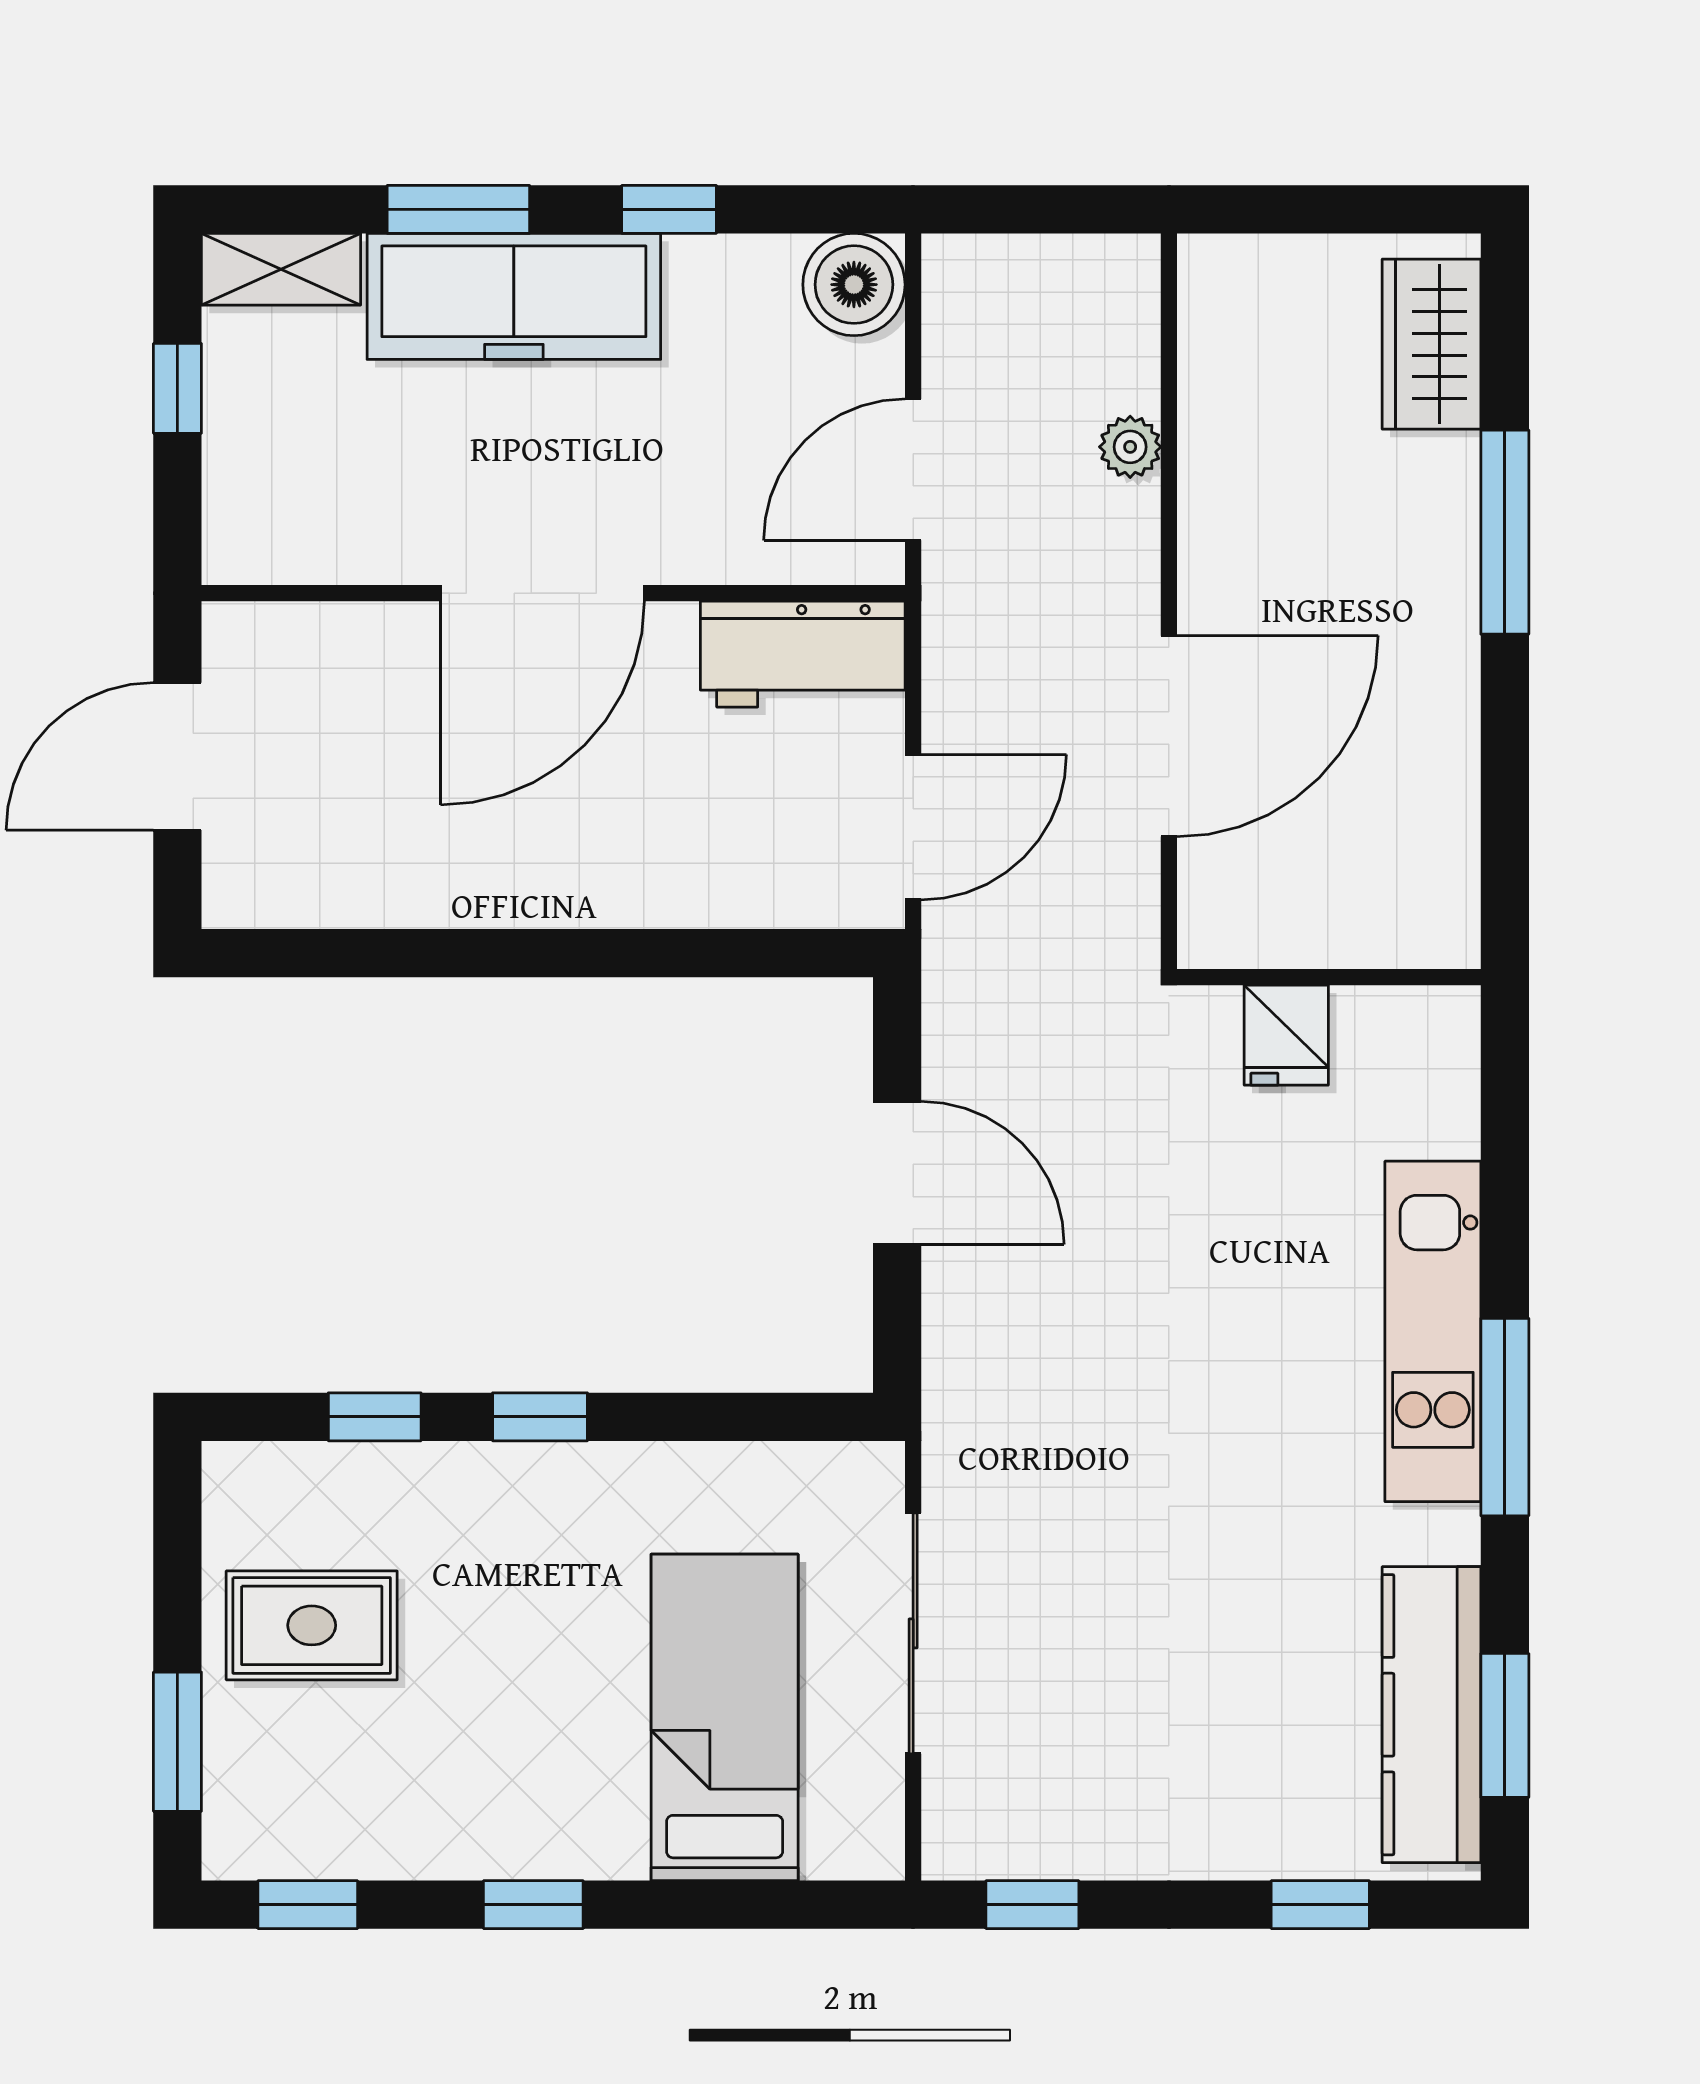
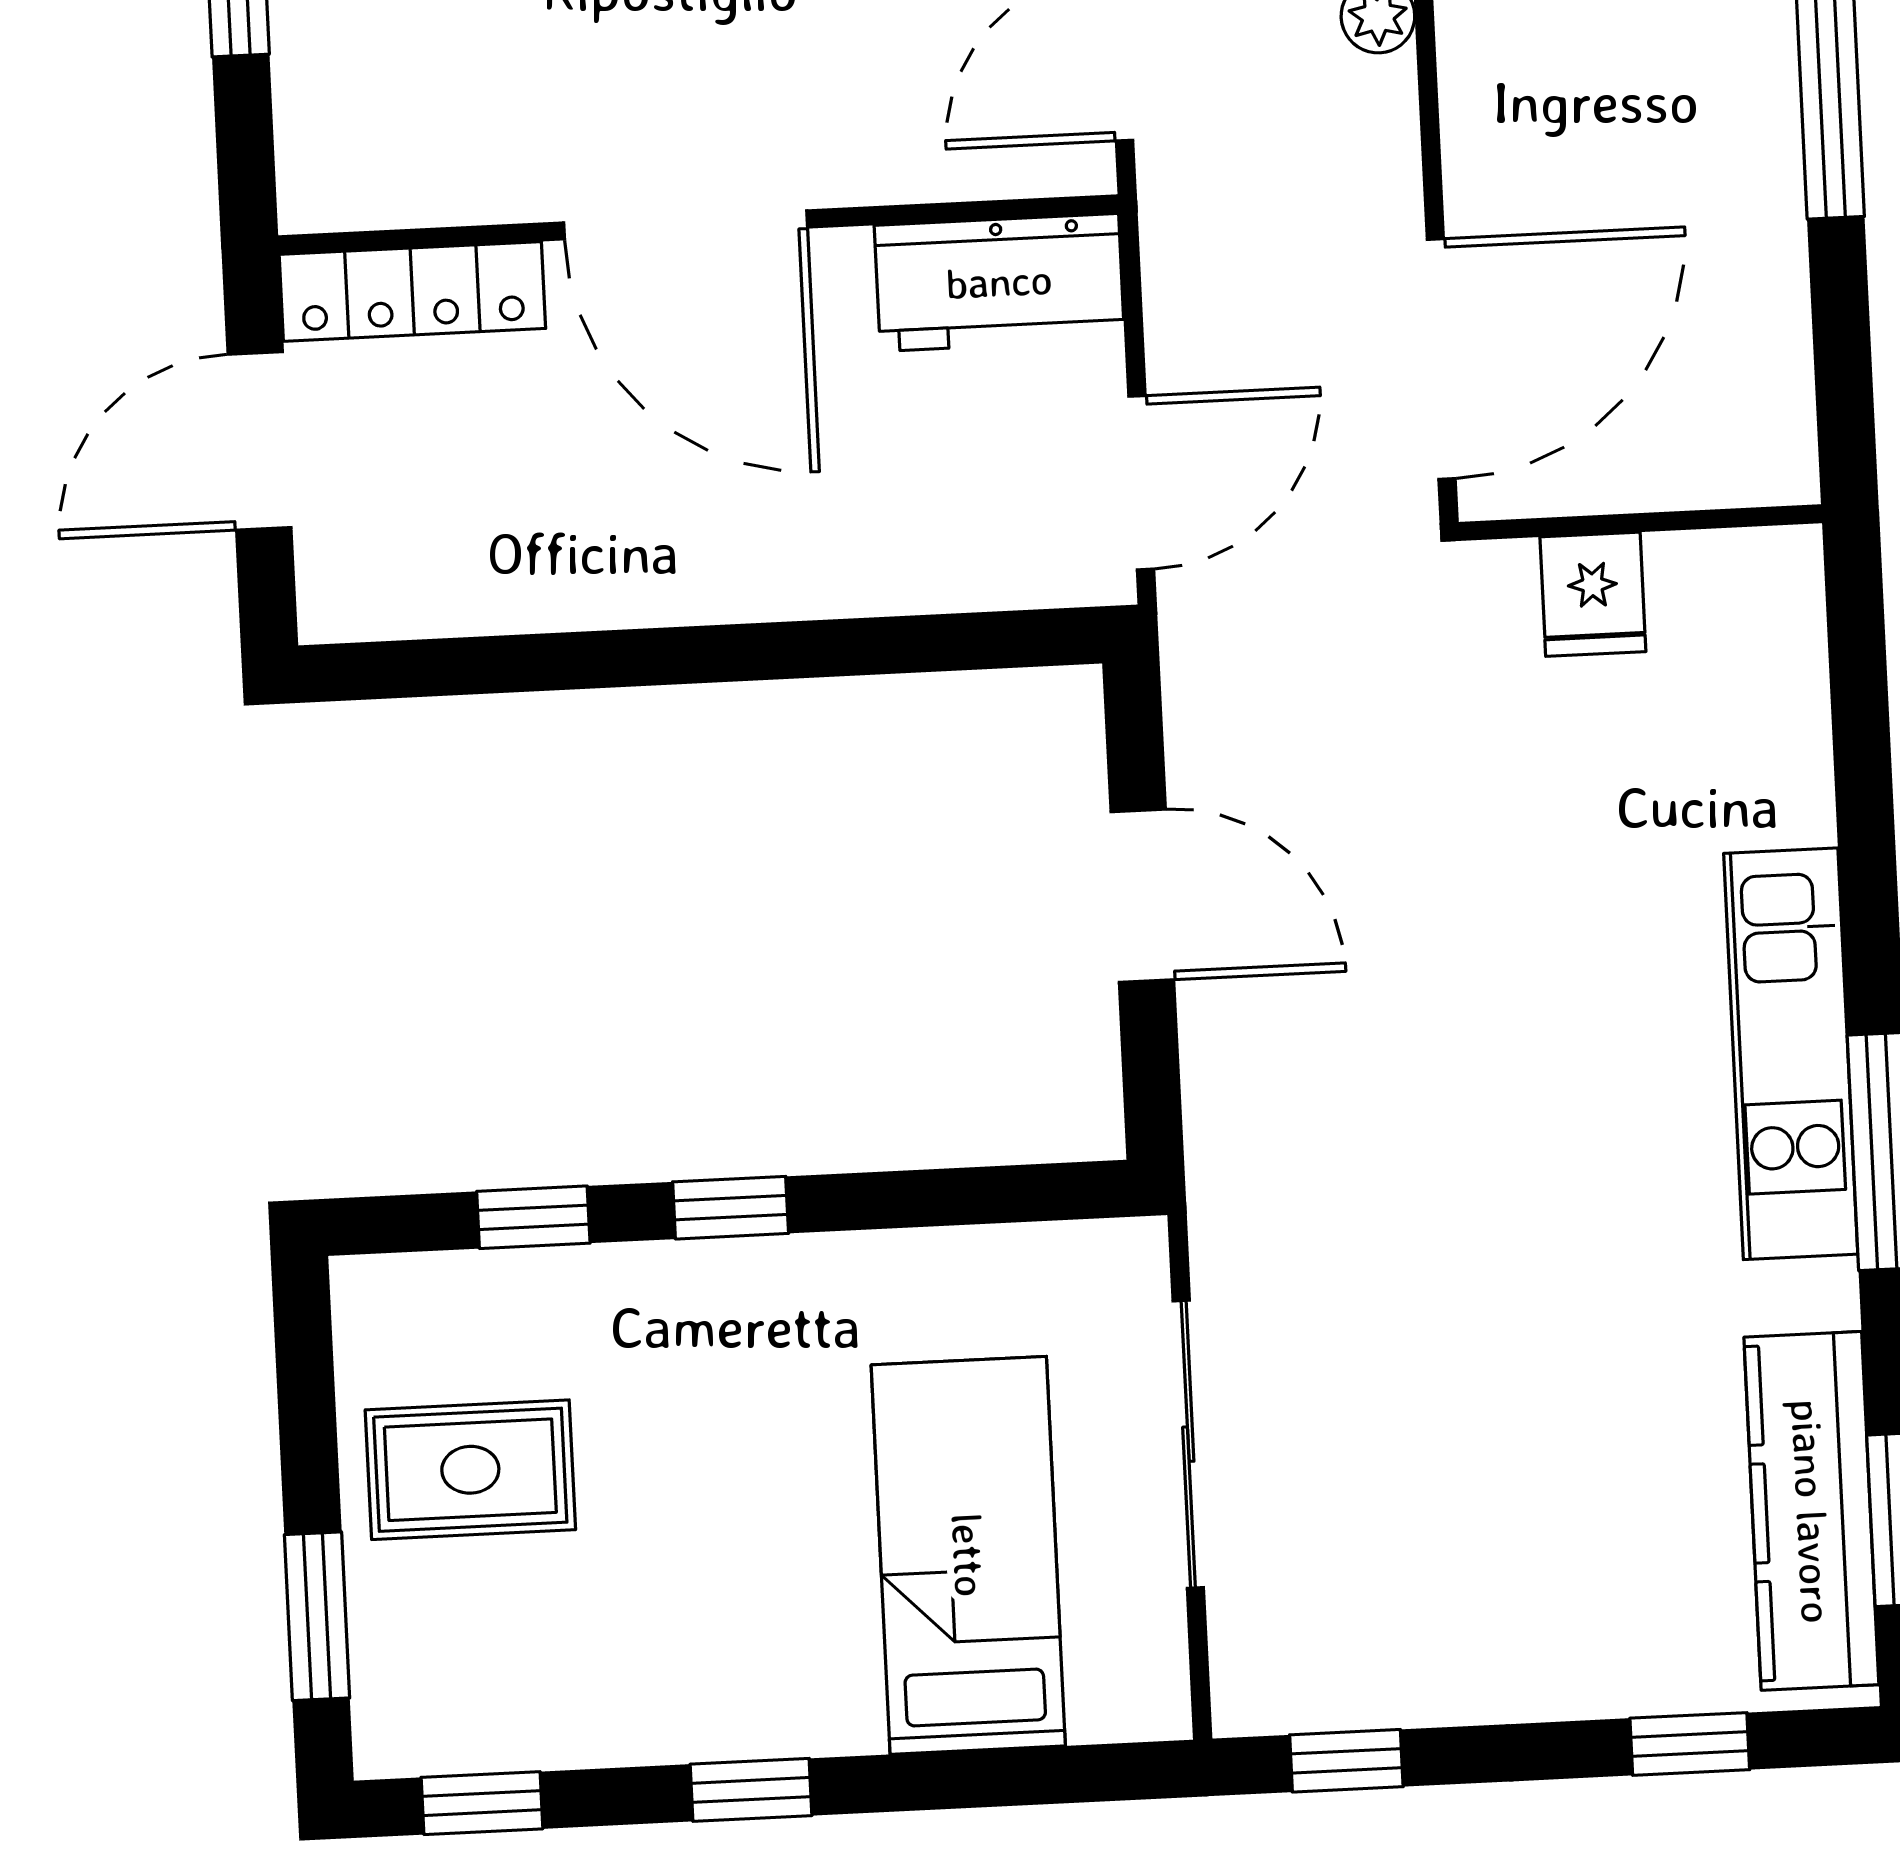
door: (543, 593) -> (686, 225), hinge flipped
locker: (311, 638) -> (412, 291), added
wall: (1329, 977) -> (1640, 523), moved
fridge: (1286, 1035) -> (1593, 594), moved

